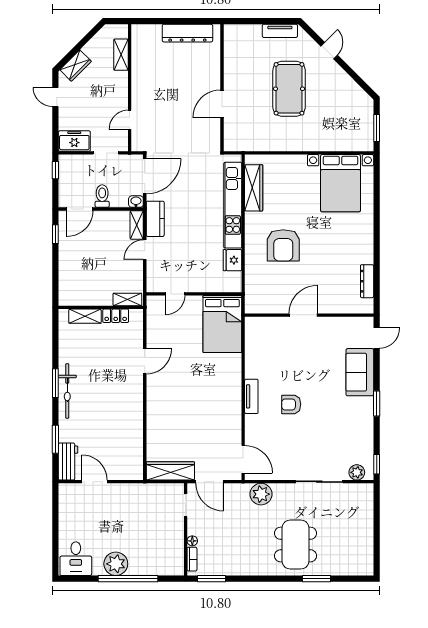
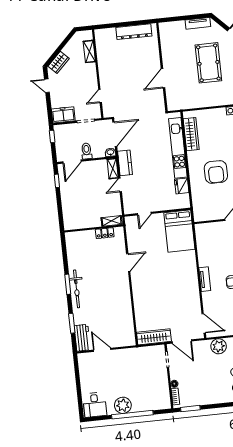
shelving: (85, 316) -> (83, 236), removed

